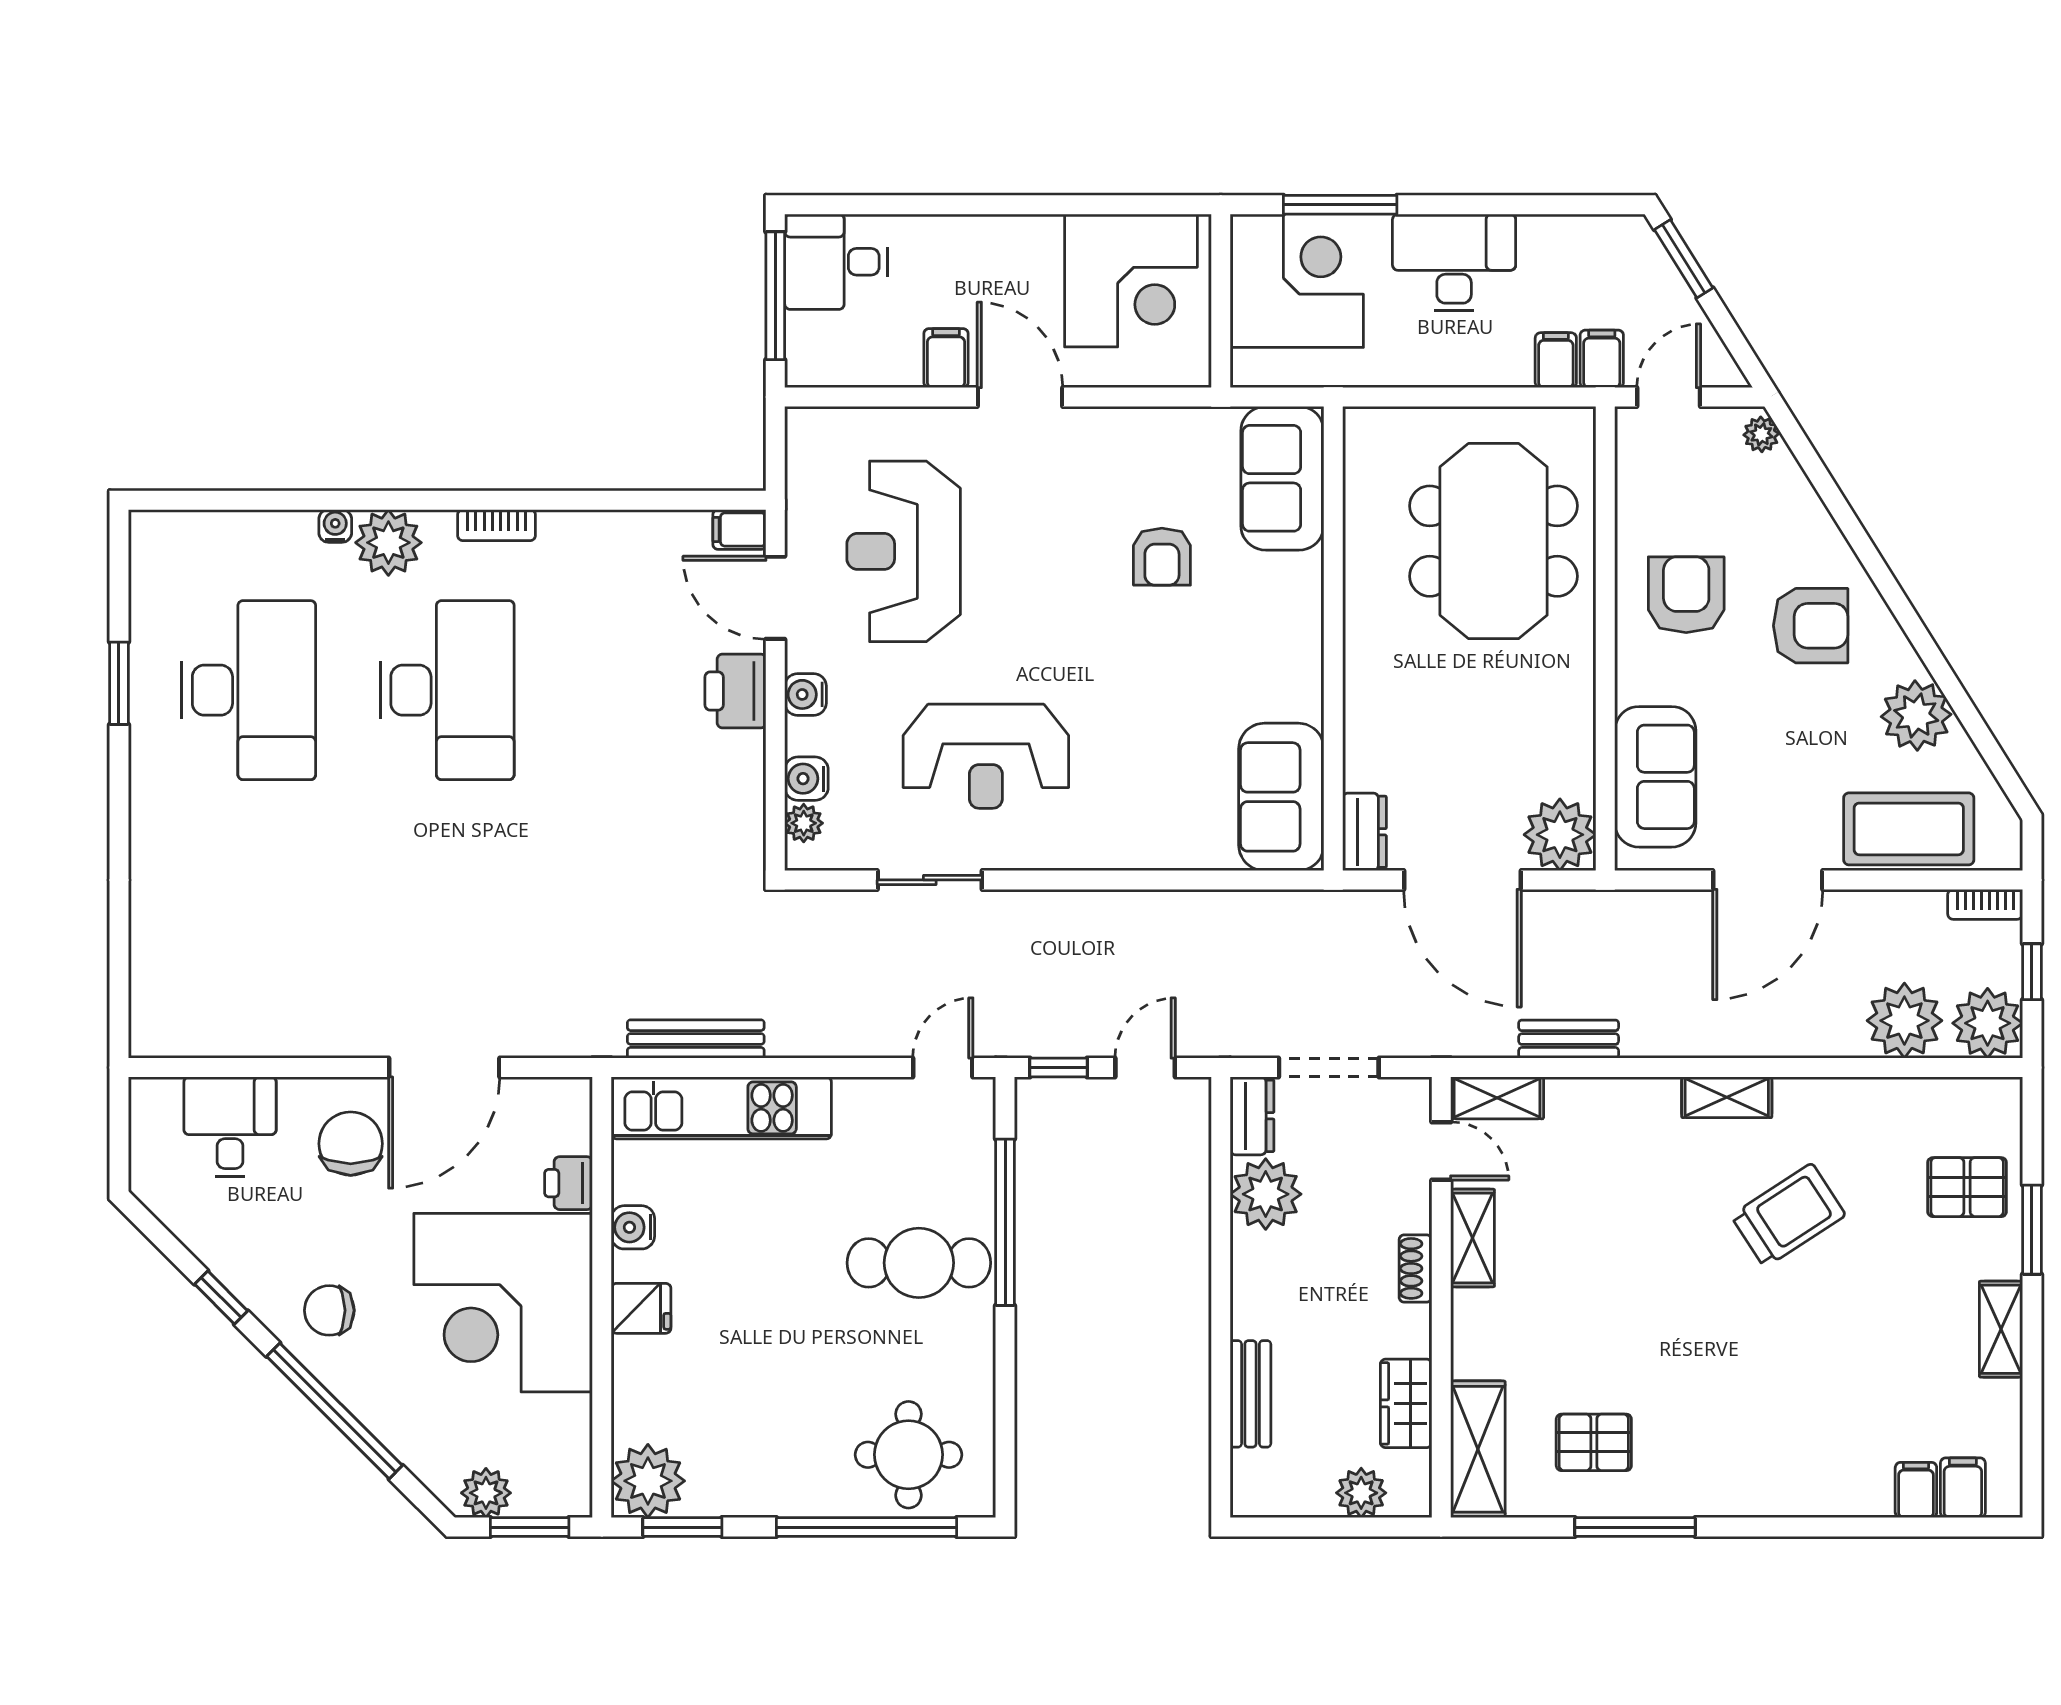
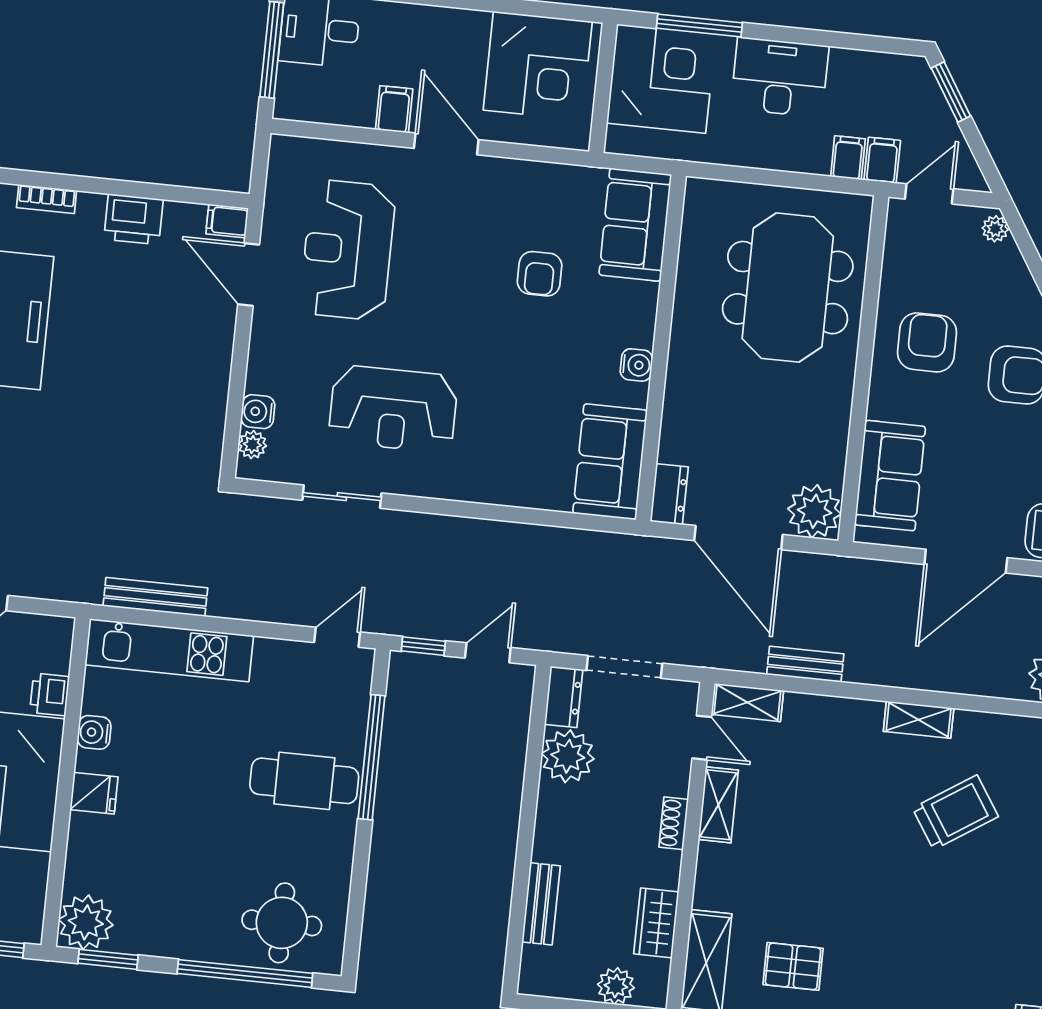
printer: (735, 691) -> (134, 219), moved, turned -90
water cooler: (806, 694) -> (636, 365), moved, turned 180

